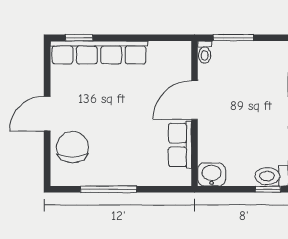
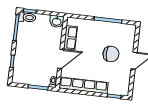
row of seats: (99, 52) -> (84, 85), moved
chair: (72, 147) -> (111, 54), moved, turned -90

